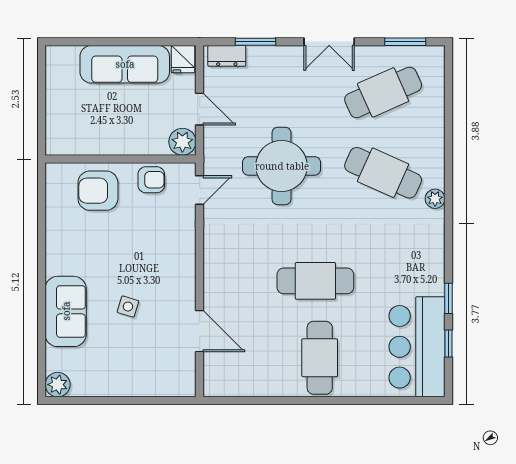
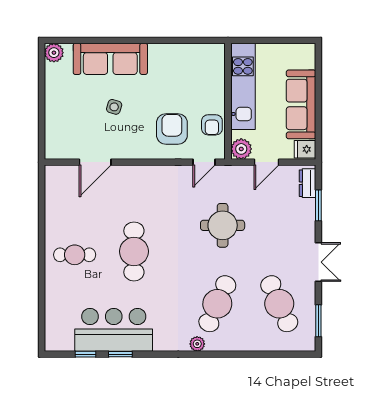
double door: (329, 42) -> (318, 262), swing flipped
kitchen unit: (101, 140) -> (243, 86), added
round table: (282, 166) -> (223, 225), width x0.73, depth x0.73
door: (200, 190) -> (204, 162), hinge flipped
armchair: (98, 191) -> (172, 129), moved
sofa: (66, 311) -> (110, 59), width x1.36
bar counter: (417, 347) -> (114, 330), moved
cafe table: (320, 358) -> (75, 255), width x0.73, depth x0.74

